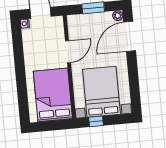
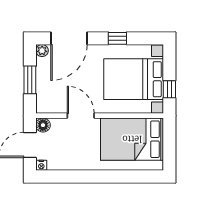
floor lamp: (58, 22) -> (43, 125), added
door: (130, 36) -> (69, 38), hinge flipped
window: (133, 75) -> (117, 38), added

